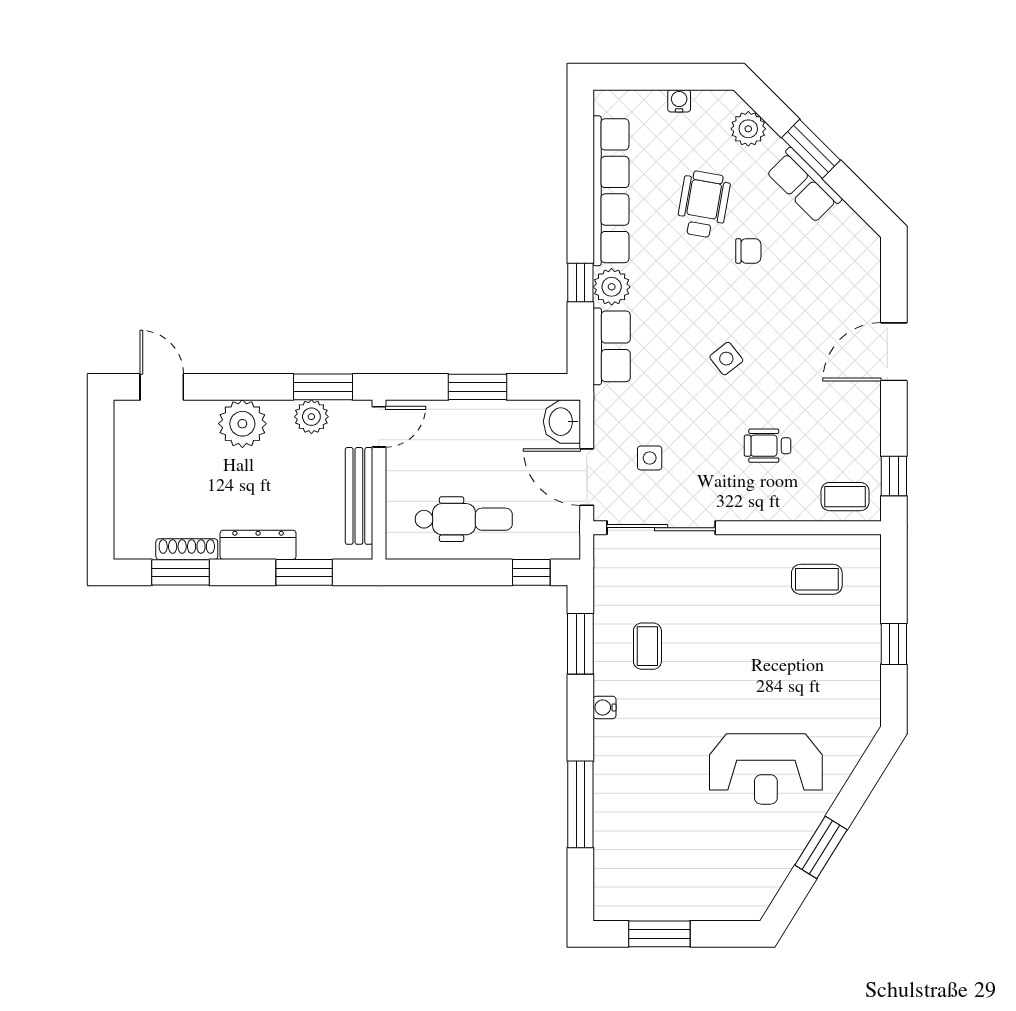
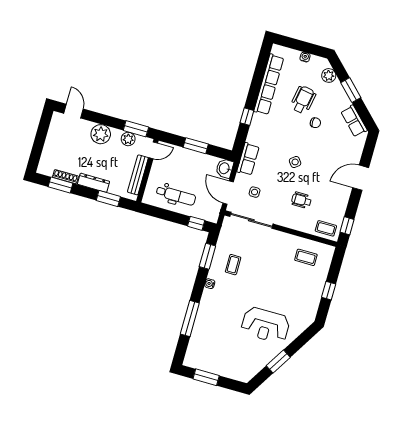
row of seats: (804, 185) -> (354, 121), moved
plant: (612, 287) -> (259, 122), removed
row of seats: (612, 346) -> (248, 159), moved

